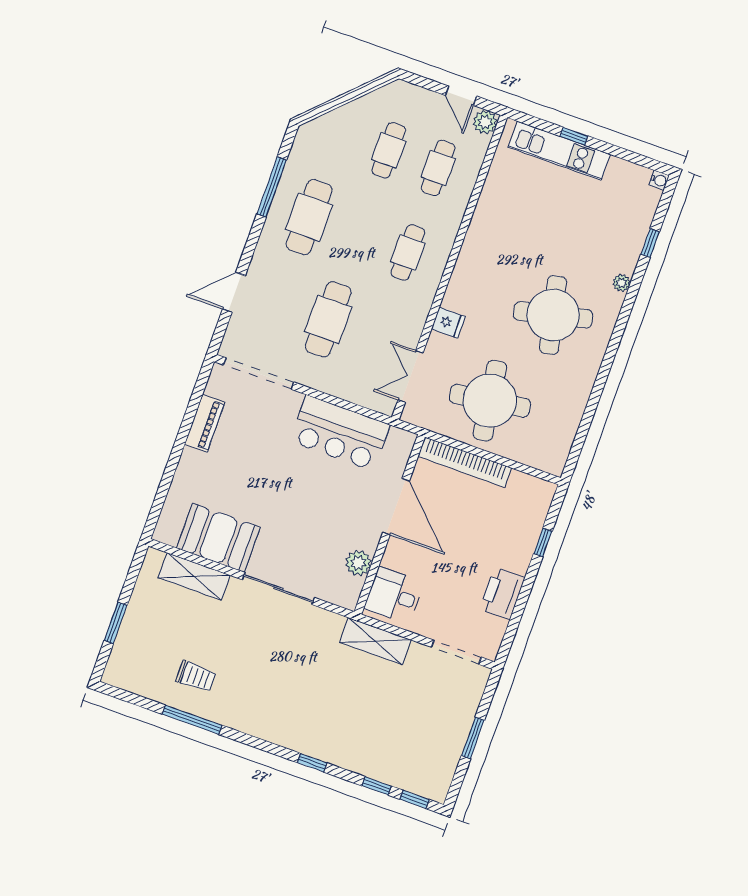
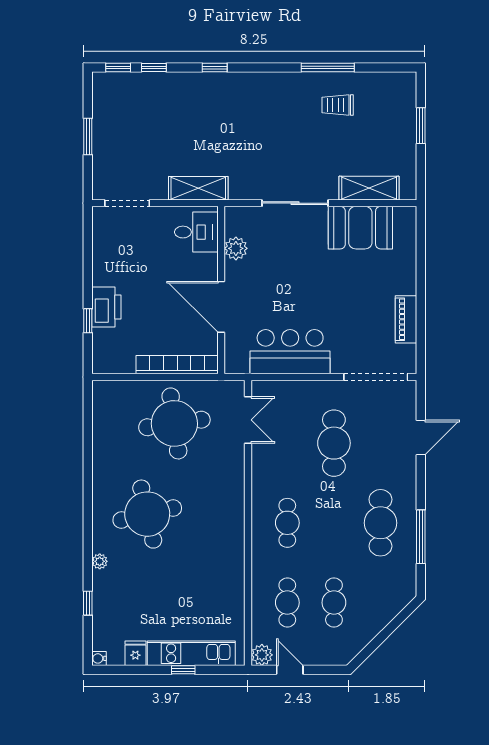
fridge: (448, 323) -> (135, 653), moved, turned 90
printer: (502, 593) -> (106, 307), moved

